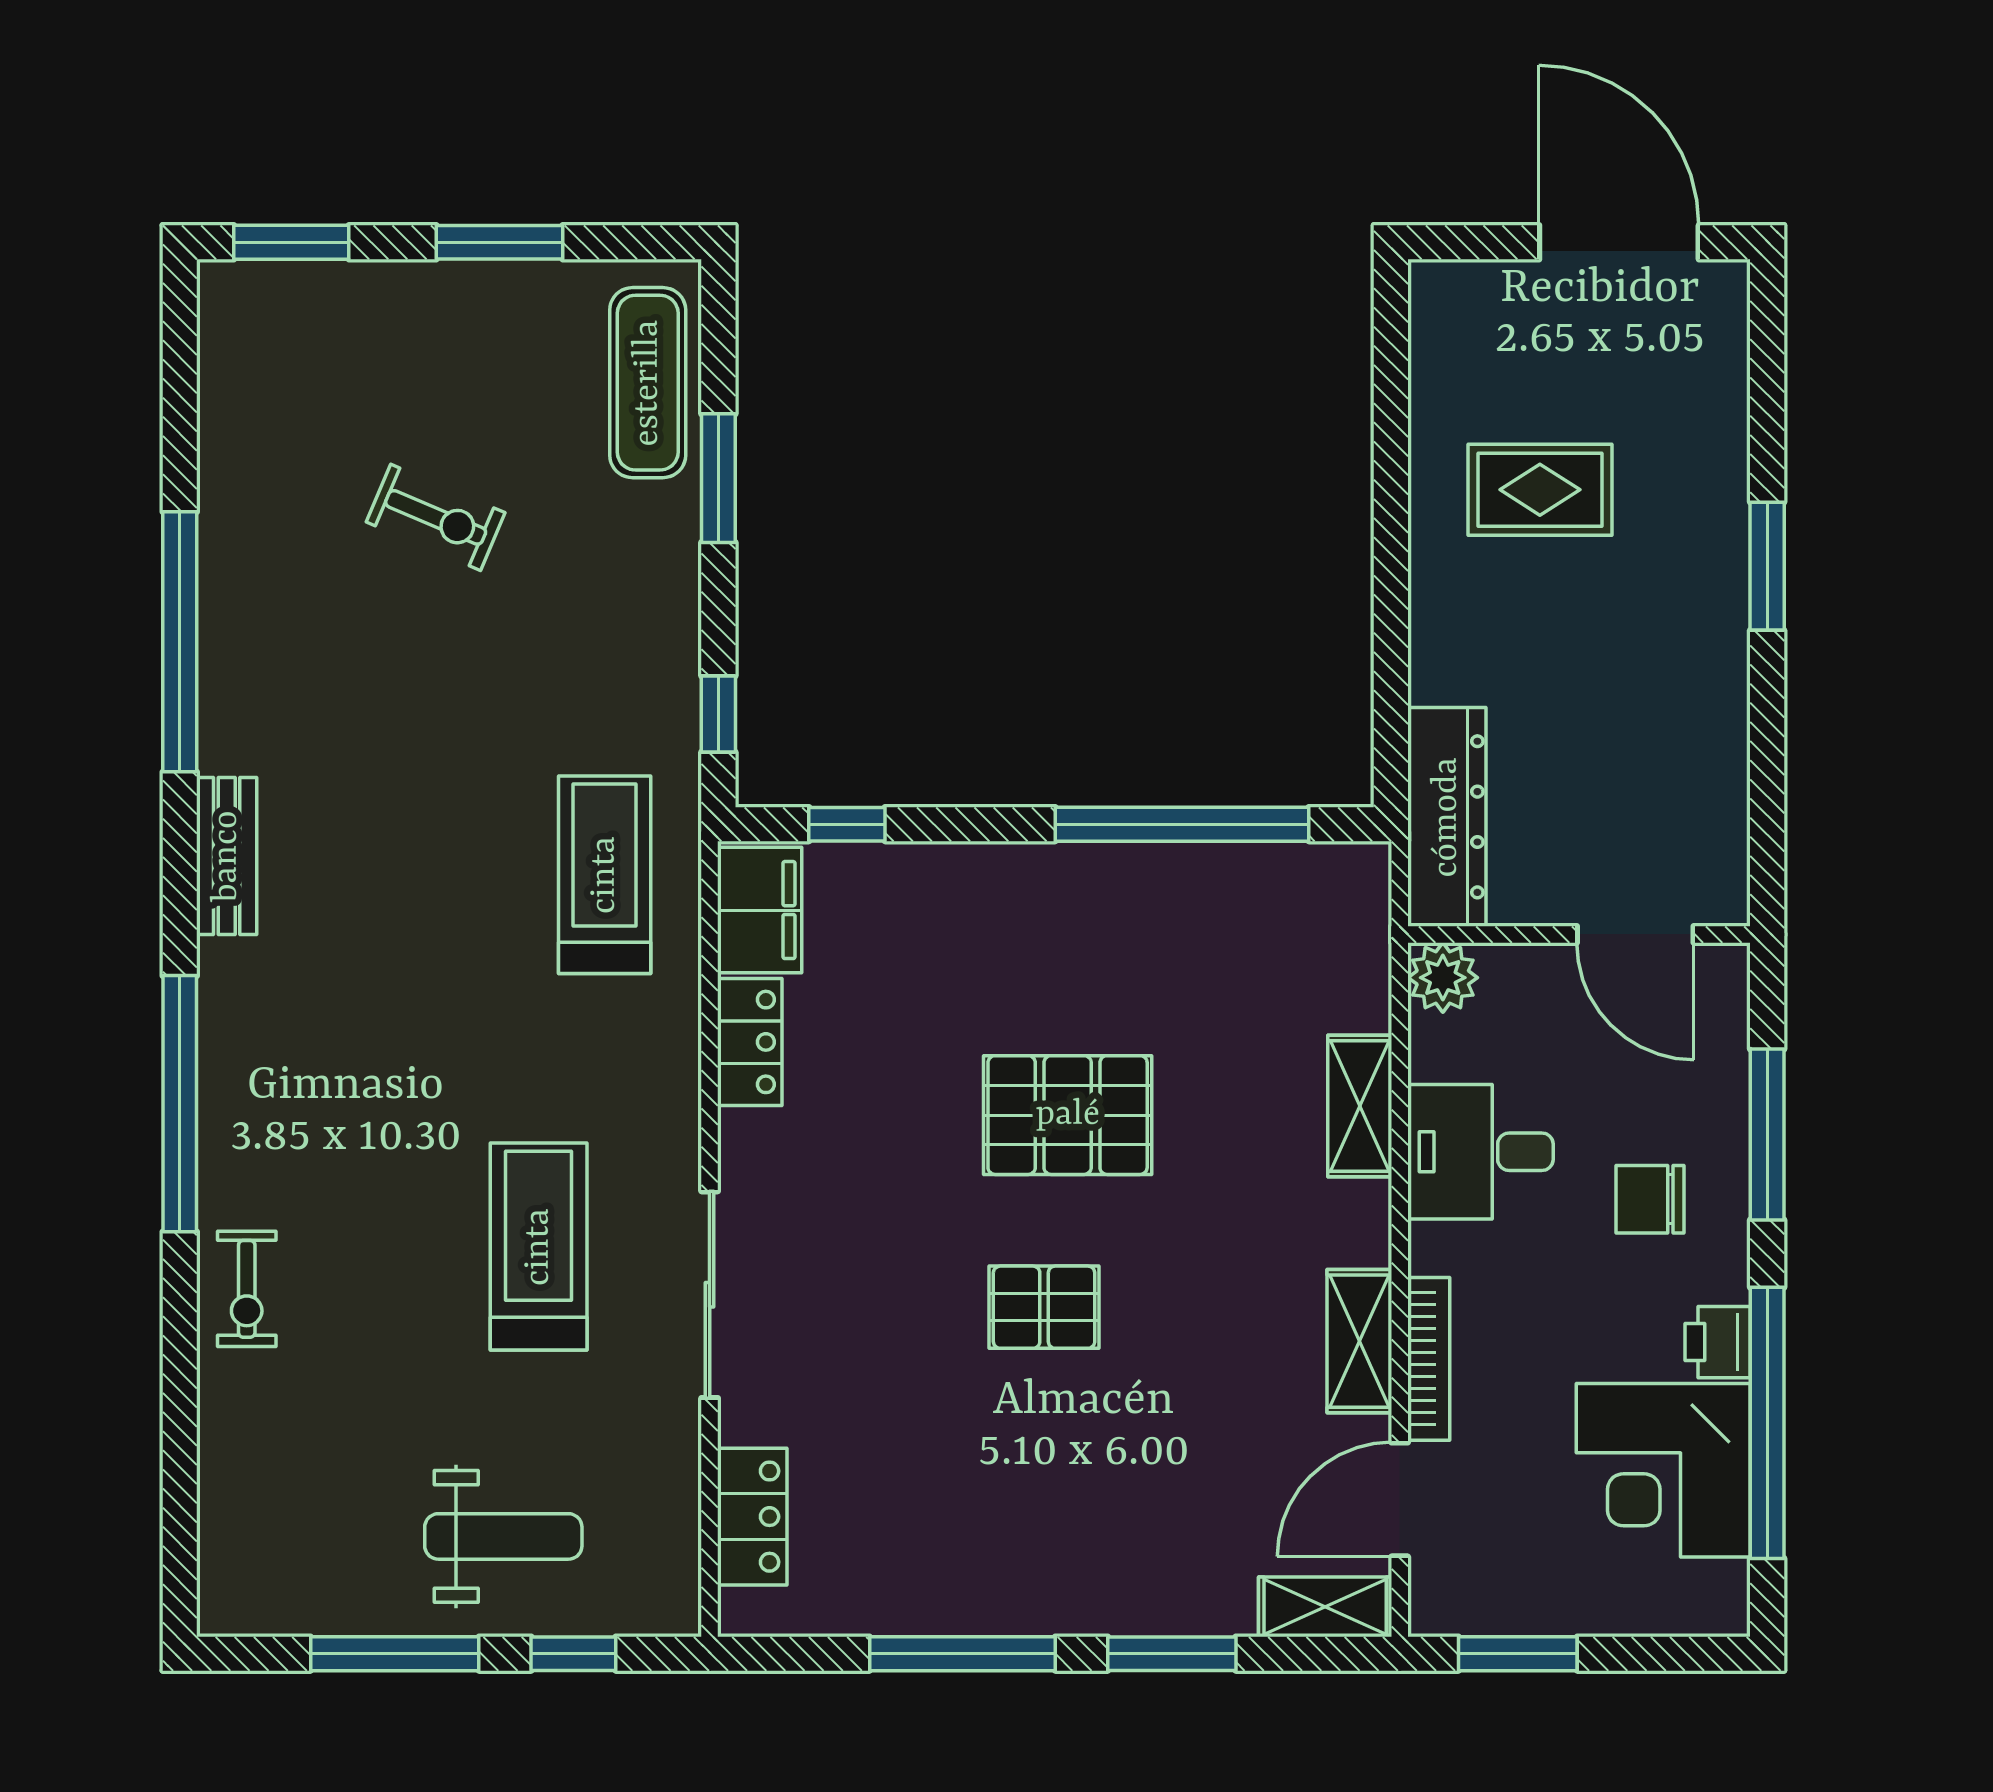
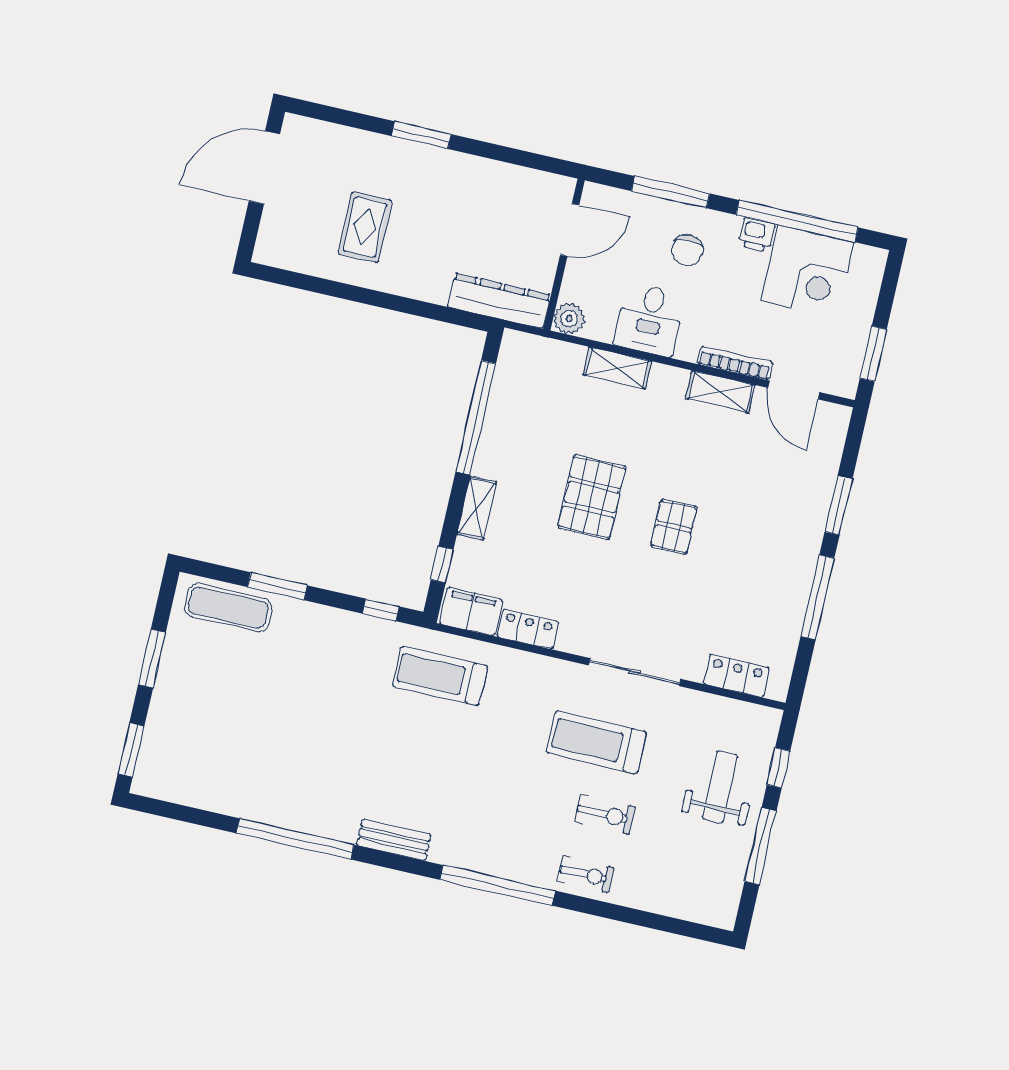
exercise bike: (436, 517) -> (605, 814), moved, turned 67
shelving: (1325, 1607) -> (477, 508), moved

